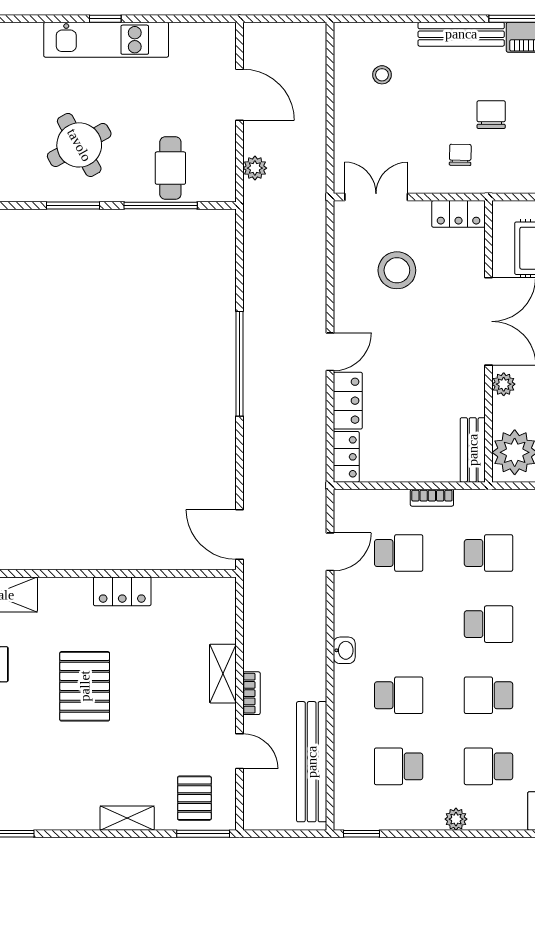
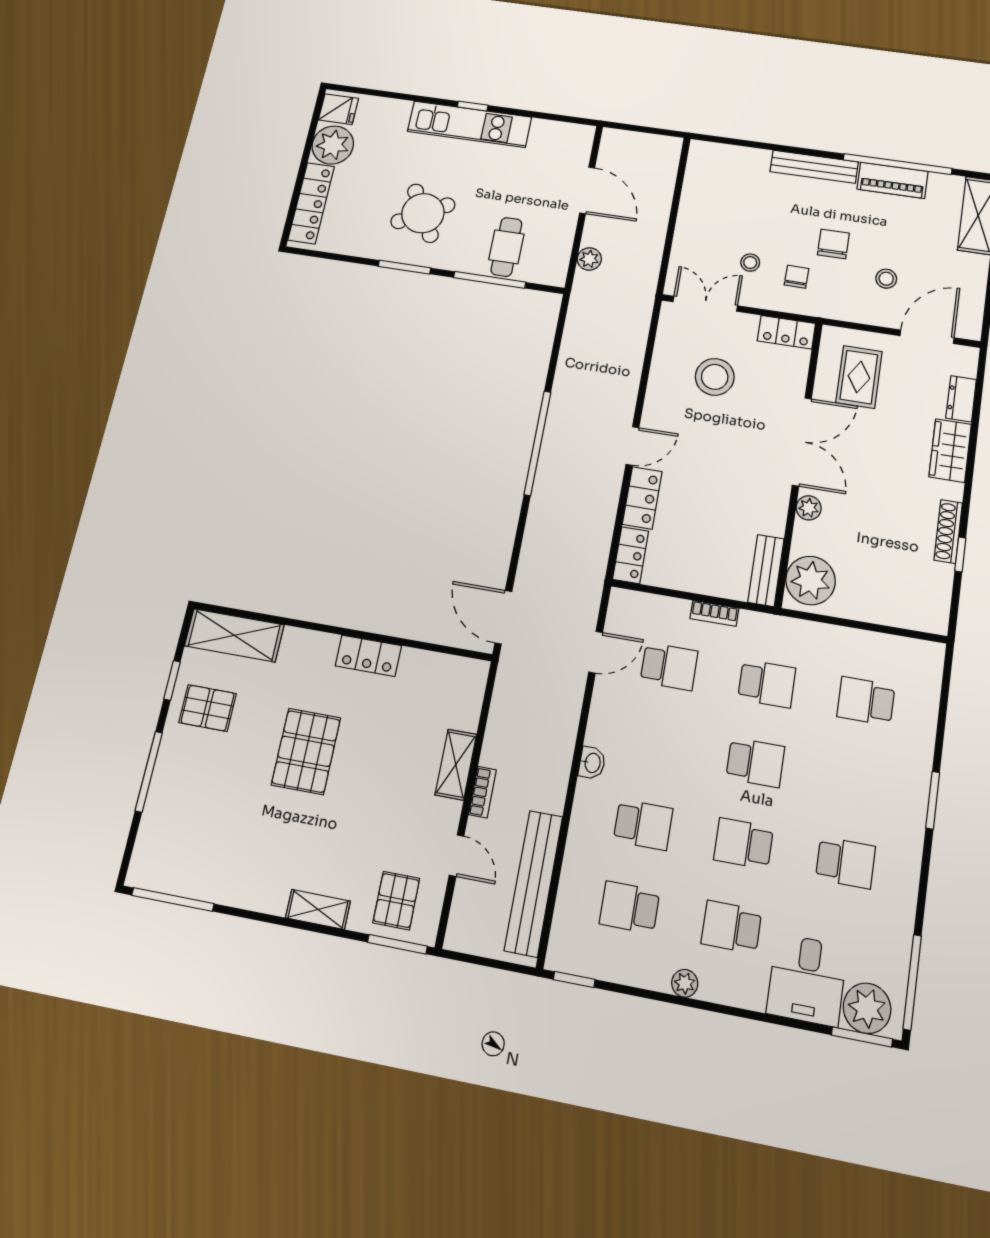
stool: (382, 75) -> (750, 263), moved

